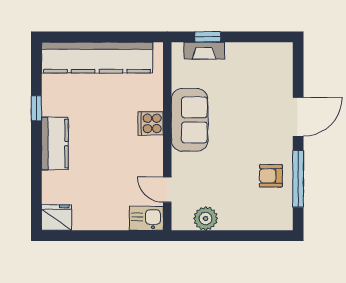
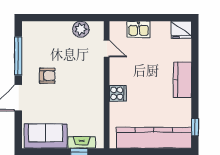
window: (36, 108) -> (195, 127), moved
sofa: (190, 120) -> (46, 136), moved, turned 90
armchair: (271, 176) -> (47, 76), moved
kitchen sink: (146, 218) -> (138, 29), moved

